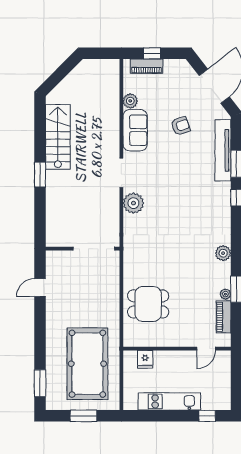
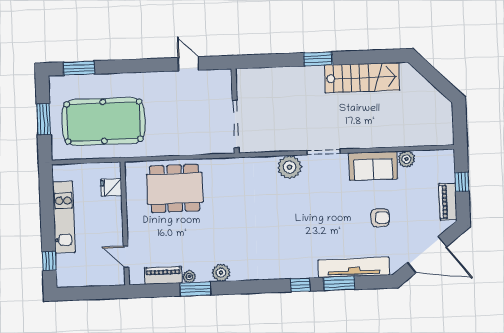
piano: (147, 66) -> (448, 202), moved
armchair: (181, 126) -> (380, 218), turned -71
plant: (223, 253) -> (221, 273), moved
dining table: (148, 304) -> (175, 188), width x1.38

